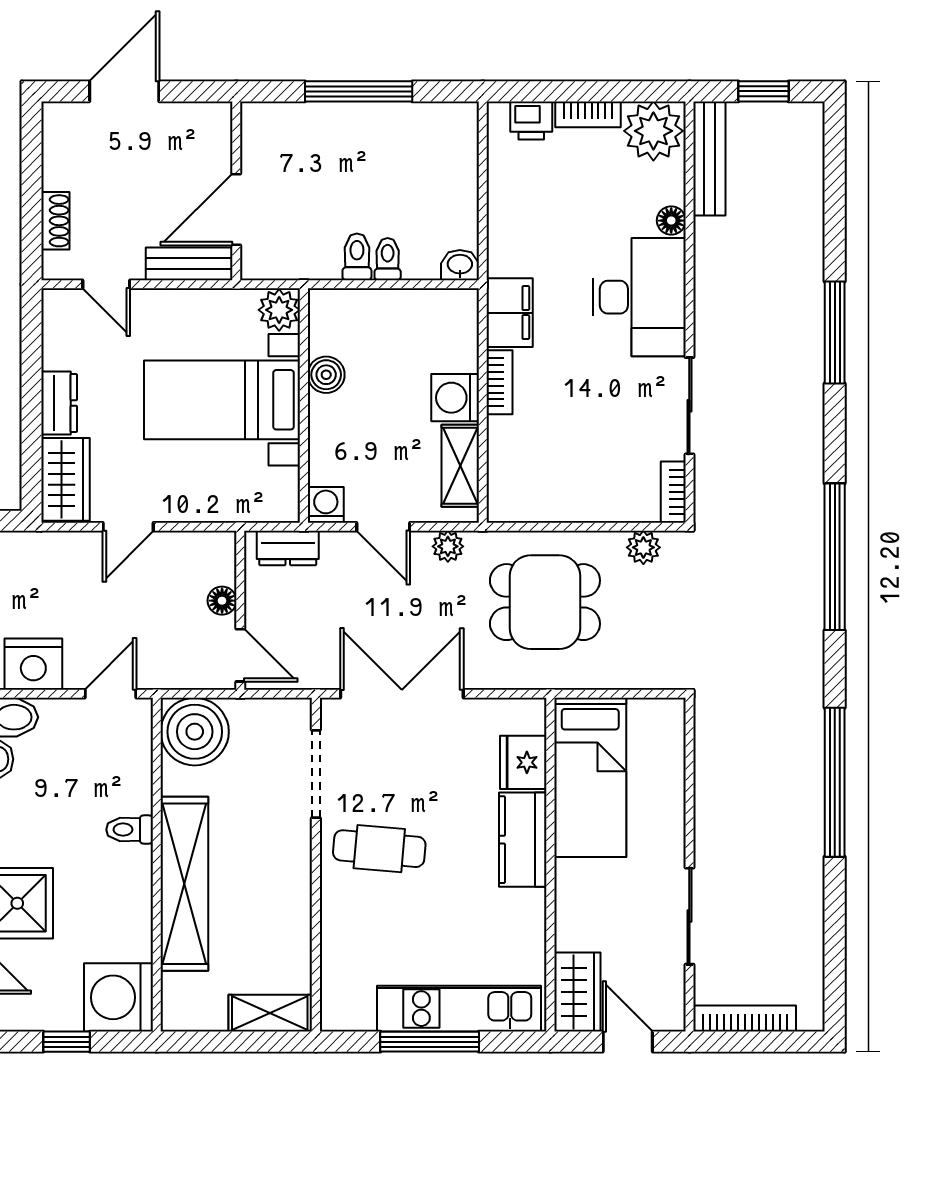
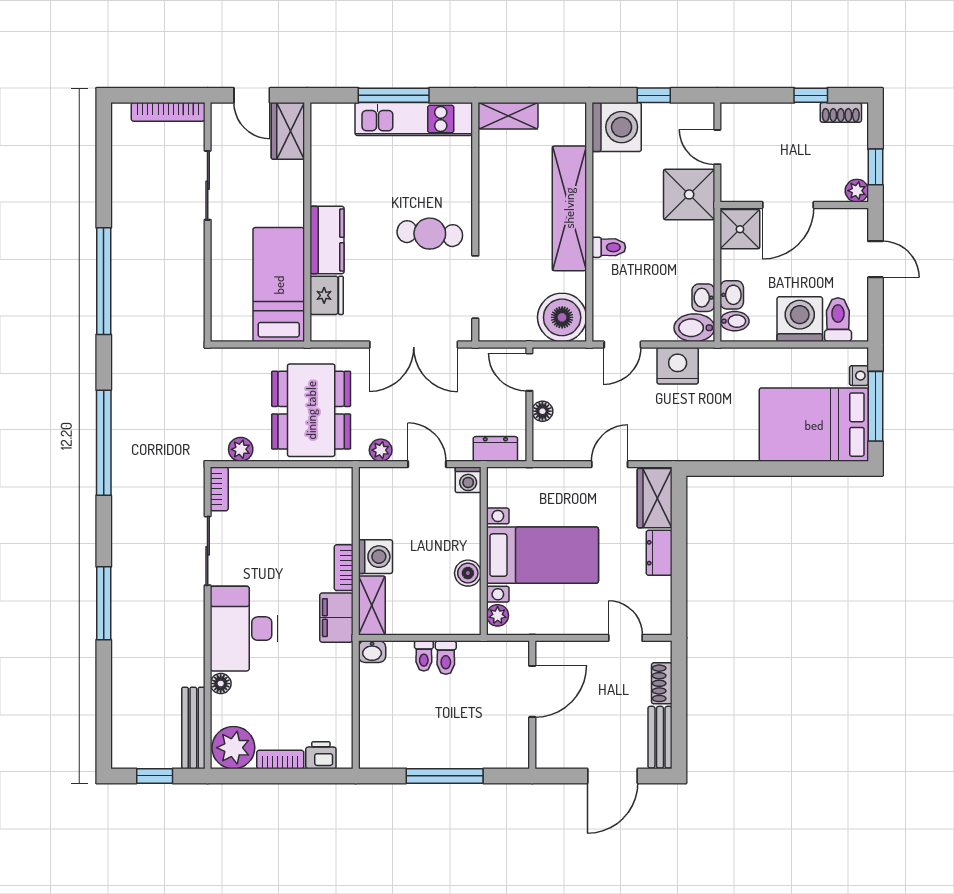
bench: (189, 264) -> (660, 737), moved, turned 90
plant: (279, 310) -> (498, 615), width x0.73, depth x0.73
shelving: (460, 466) -> (372, 605), moved
dining table: (545, 602) -> (311, 410), width x1.38
kitchen unit: (459, 1009) -> (414, 119), moved

